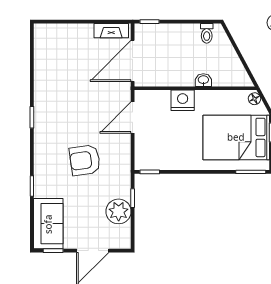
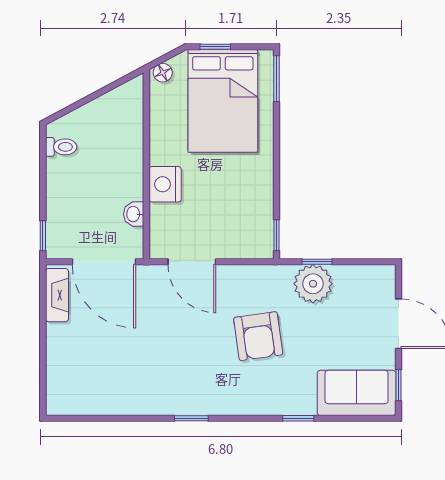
washbasin: (203, 80) -> (134, 214), moved
plant: (119, 211) -> (313, 284), moved

